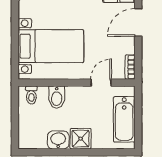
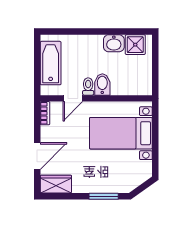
toilet: (31, 95) -> (88, 86), moved
bidet: (57, 97) -> (102, 84), moved
shower: (81, 139) -> (135, 45), moved

